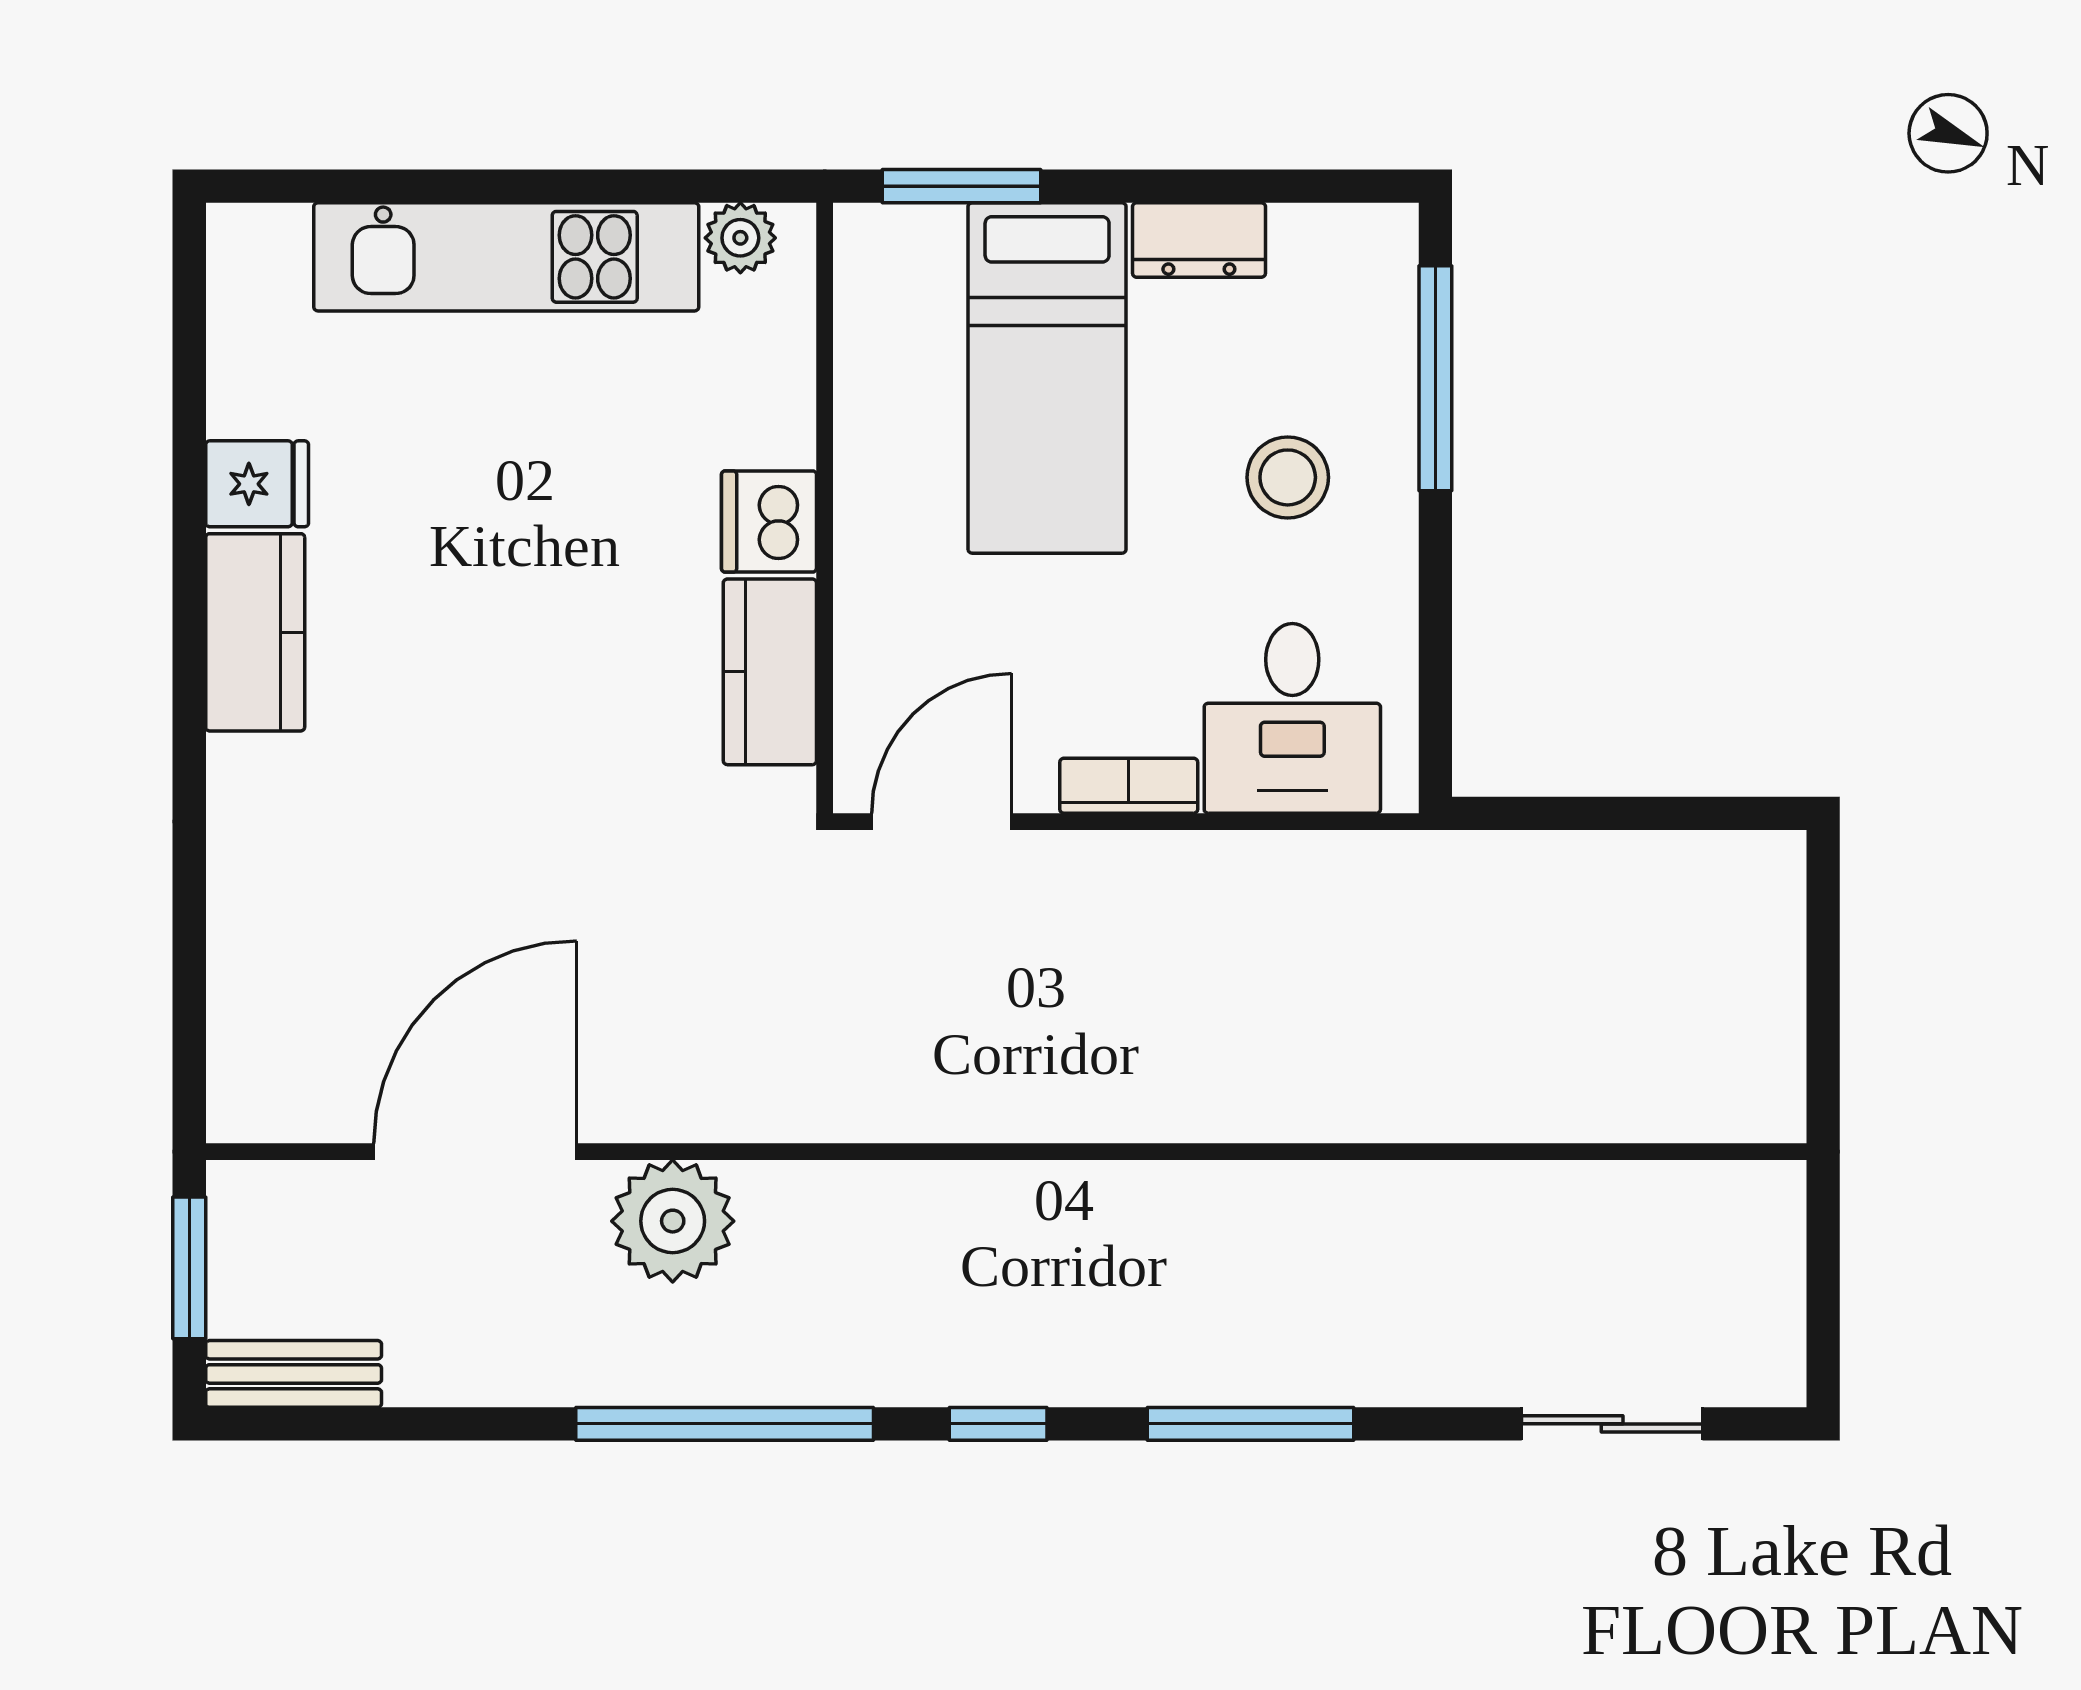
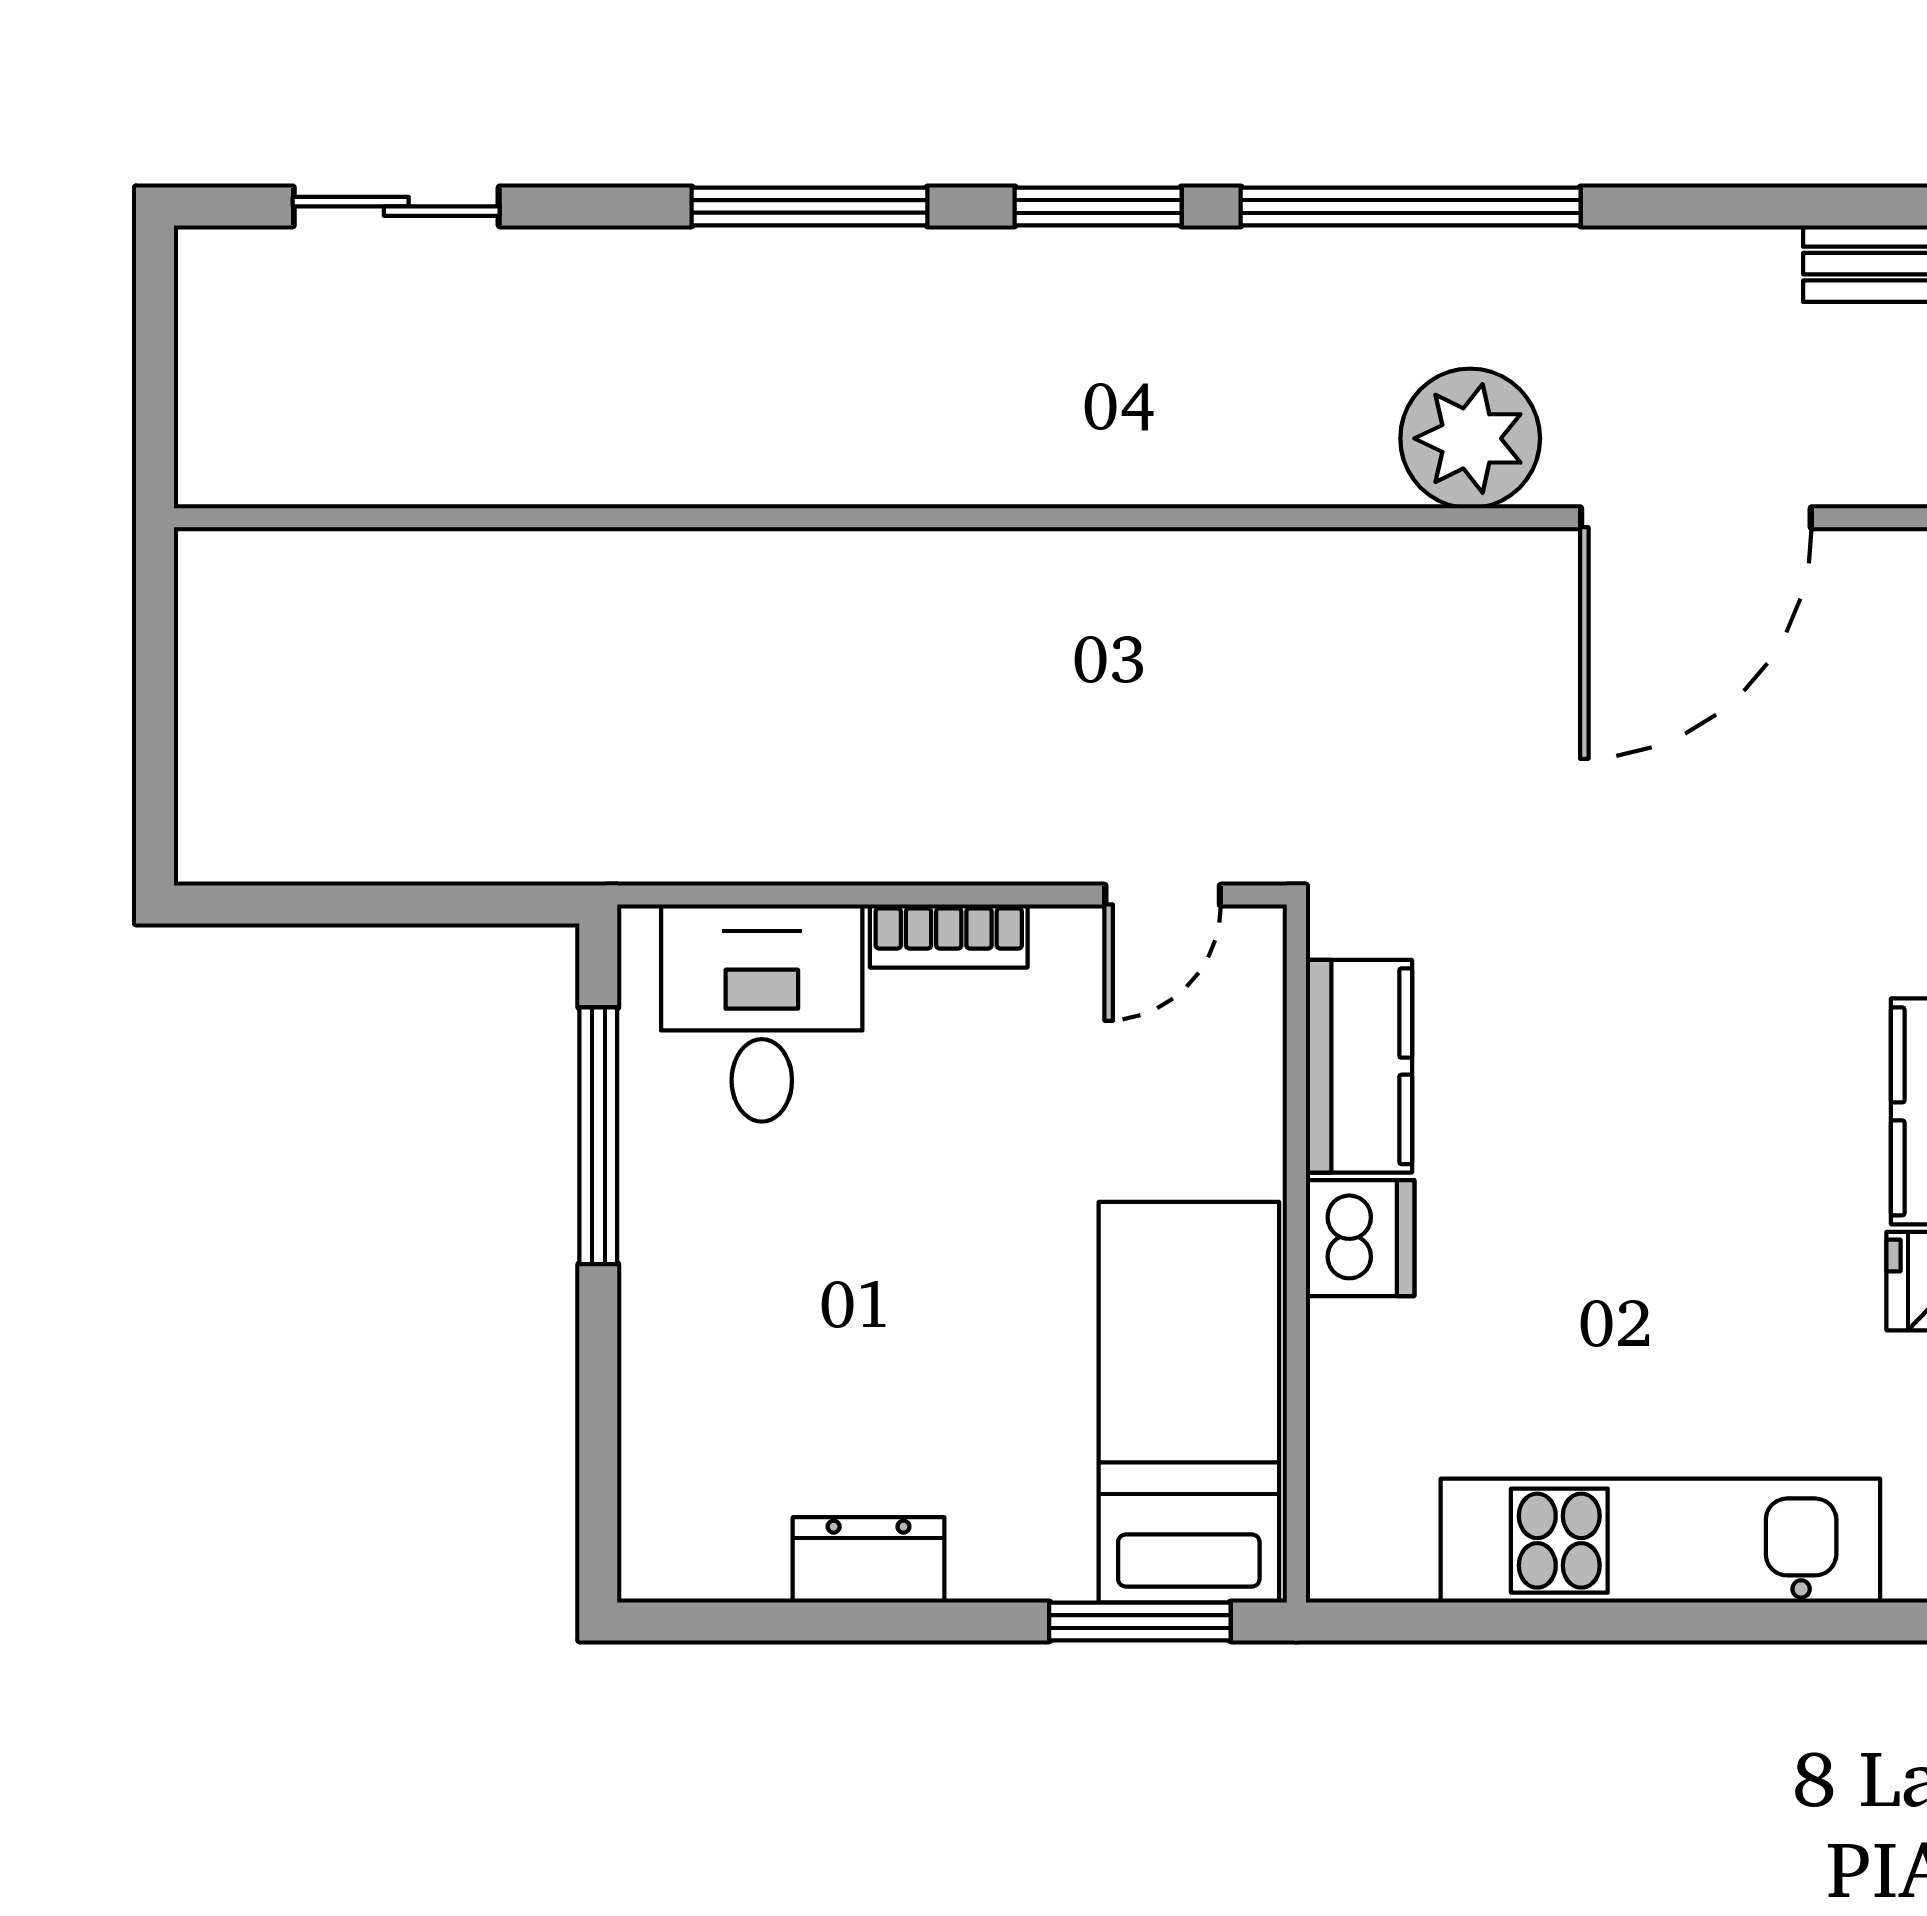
plant: (740, 238) -> (1393, 1562), removed
bed: (1047, 378) -> (1189, 1402), moved
window: (1435, 378) -> (598, 1136), moved
stool: (1288, 477) -> (767, 1288), removed
door: (942, 822) -> (1163, 895), width x0.73
window: (998, 1424) -> (1098, 206), width x1.50

